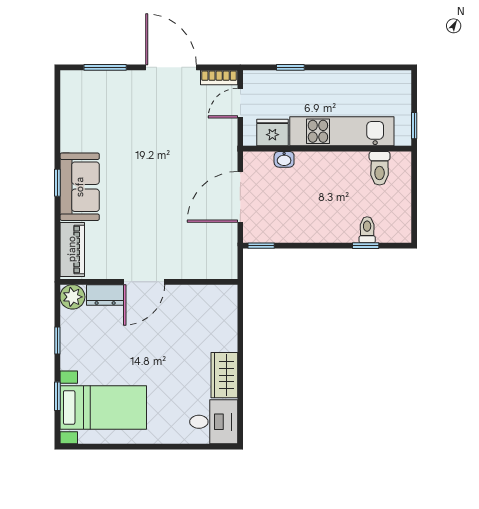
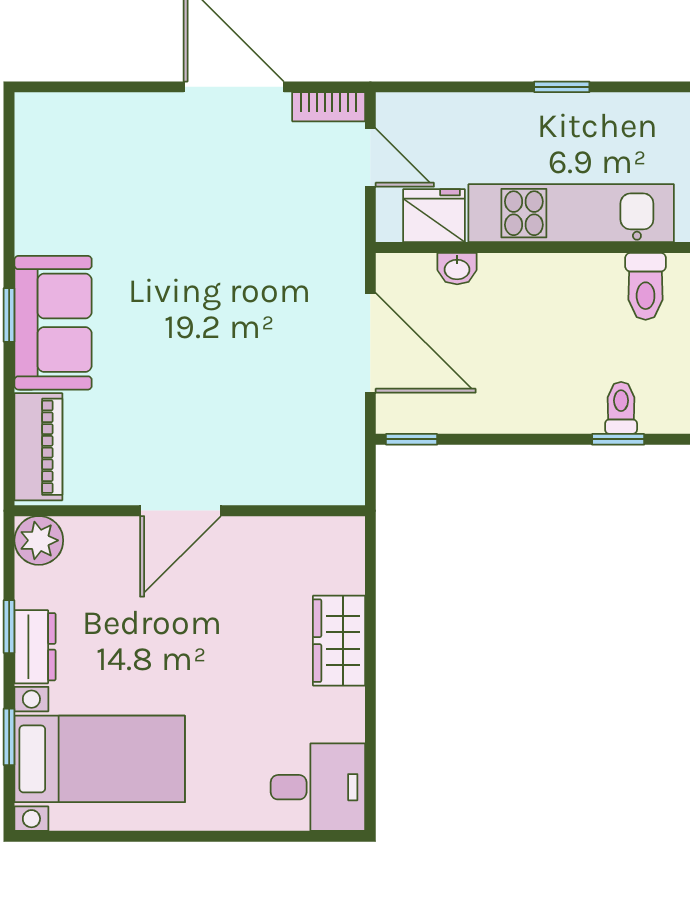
window: (105, 67) -> (103, 87), removed
window: (290, 67) -> (562, 87), moved
door: (240, 103) -> (370, 158), swing flipped
door: (240, 197) -> (370, 343), swing flipped
dresser: (105, 295) -> (35, 647), moved, turned -90
wardrobe: (224, 375) -> (339, 641), moved

